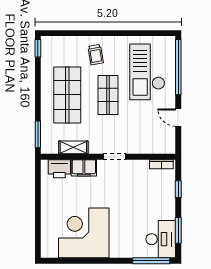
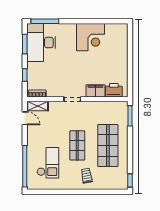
checkout: (147, 72) -> (48, 163), width x0.73, depth x0.83
door: (178, 118) -> (25, 118), moved
shelving: (73, 147) -> (38, 106), moved
corner desk: (84, 233) -> (91, 37), width x0.74, depth x0.74
desk: (161, 239) -> (41, 43), width x1.36, depth x1.30

